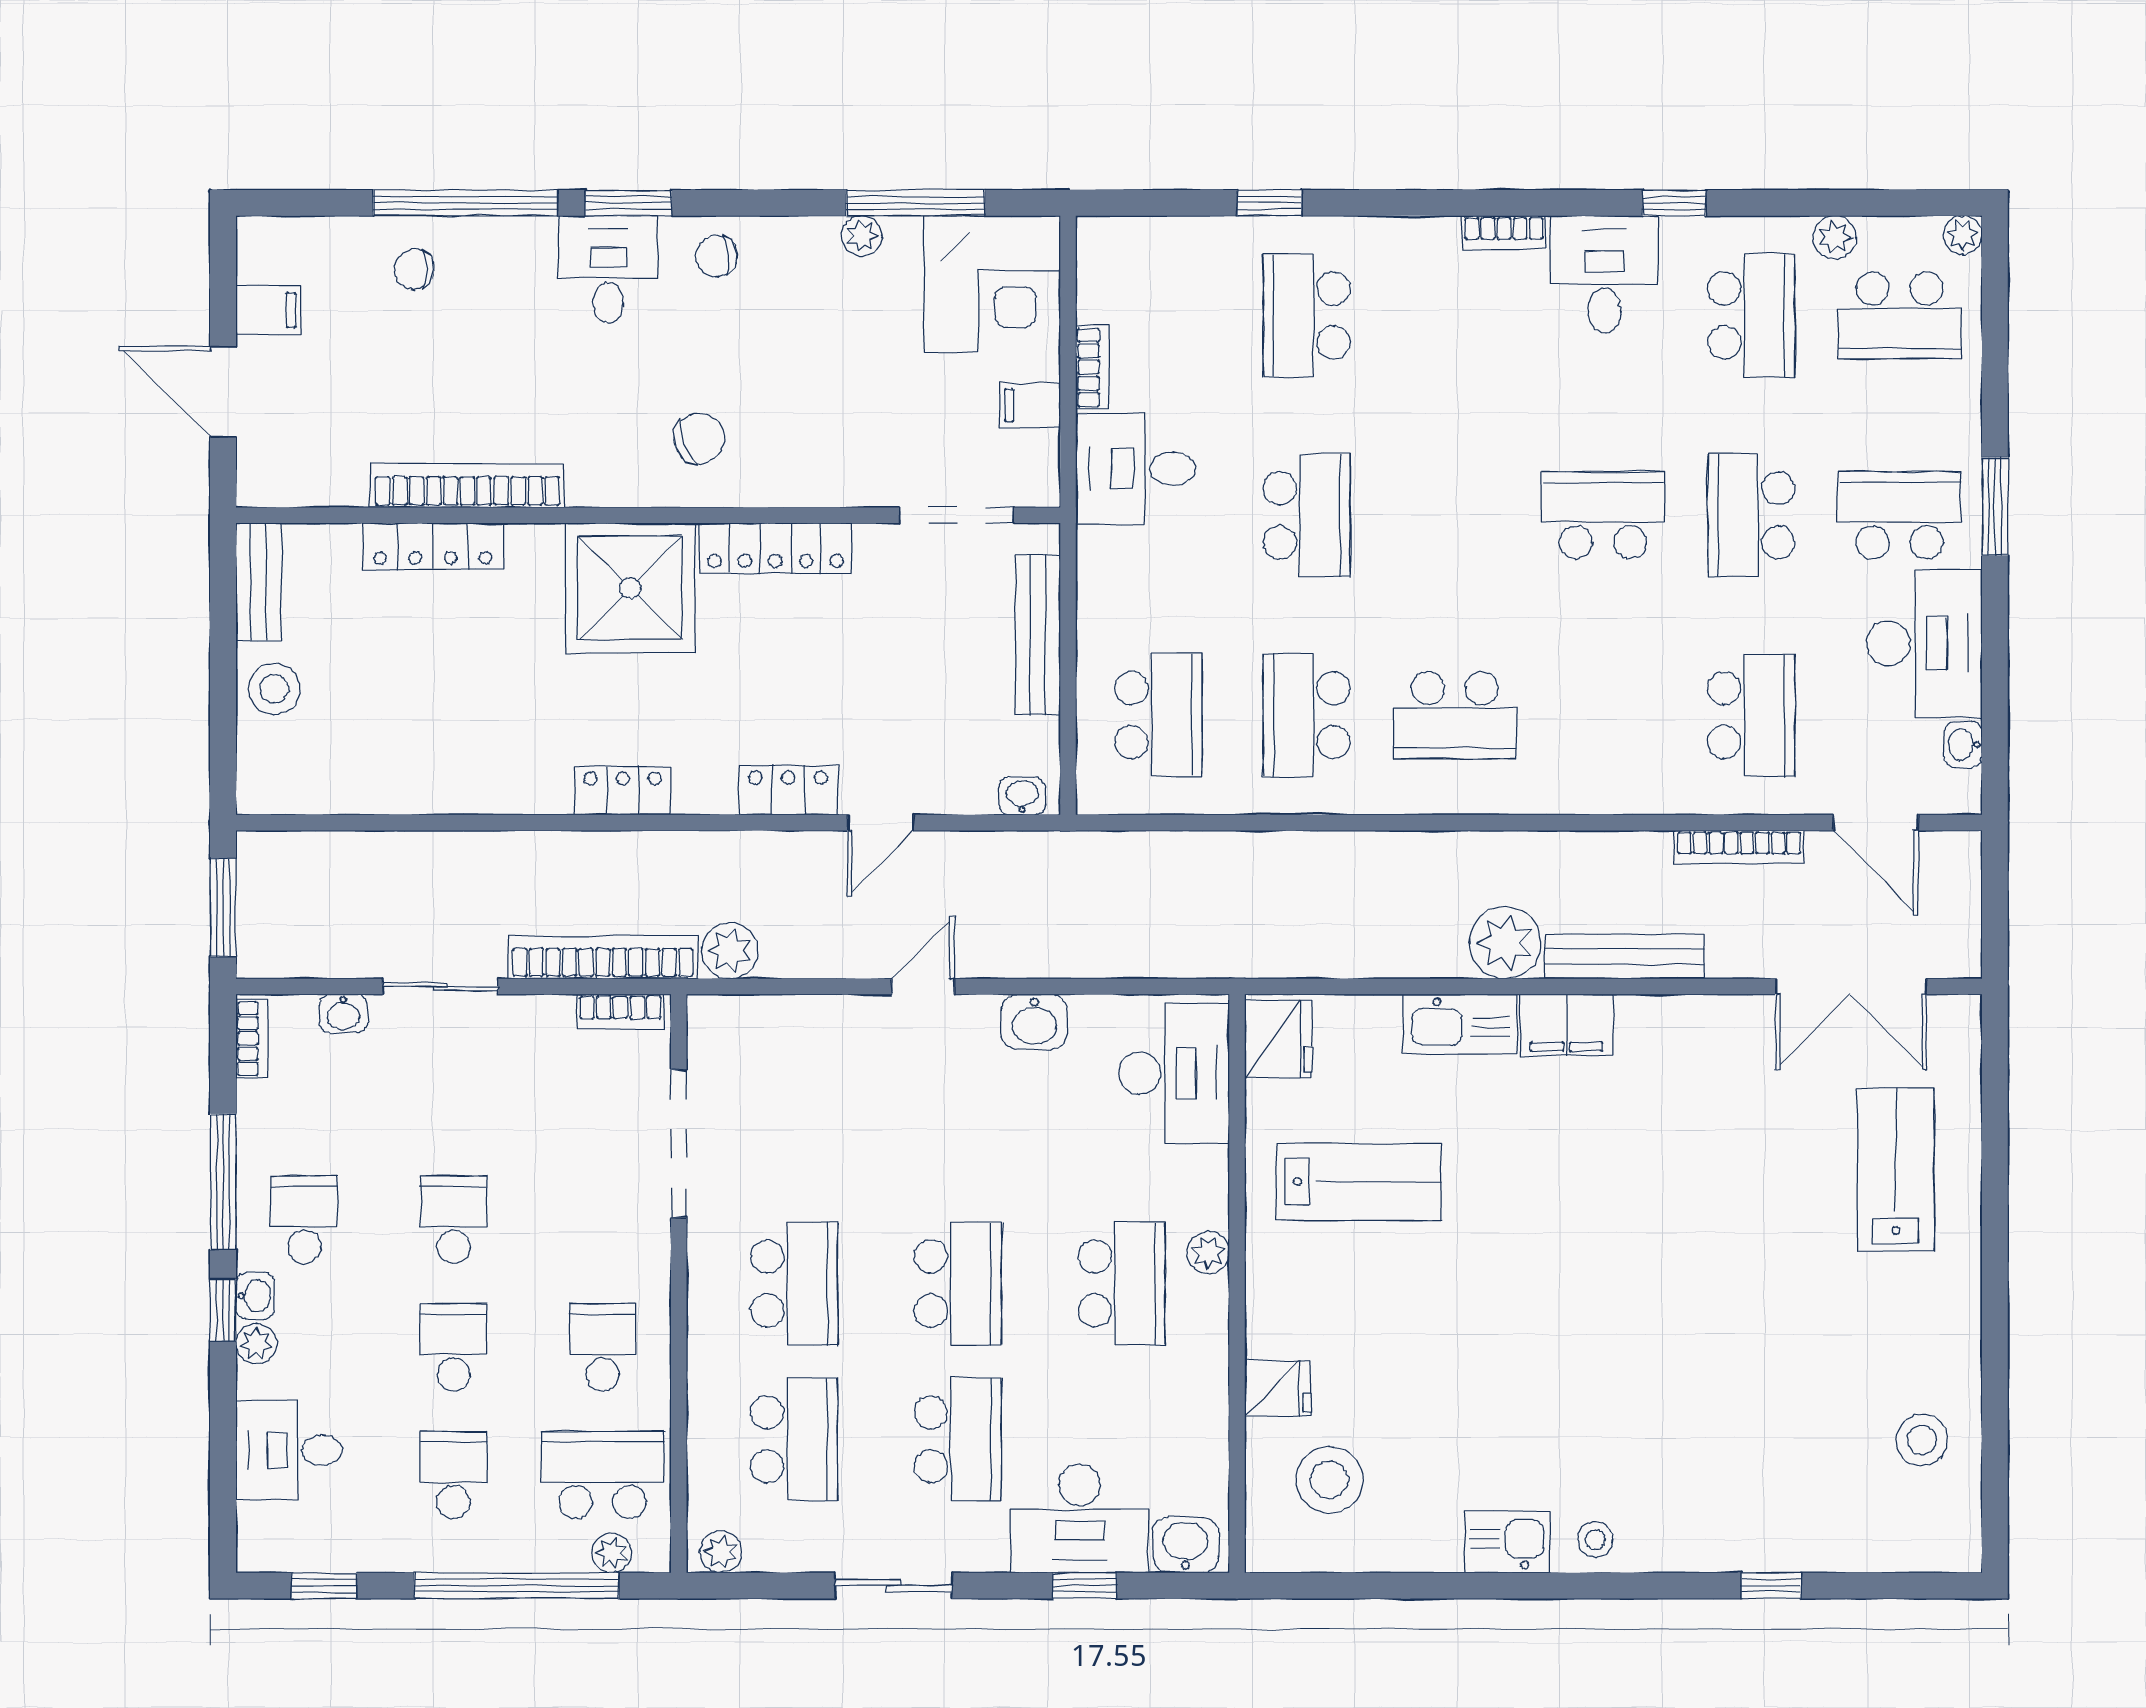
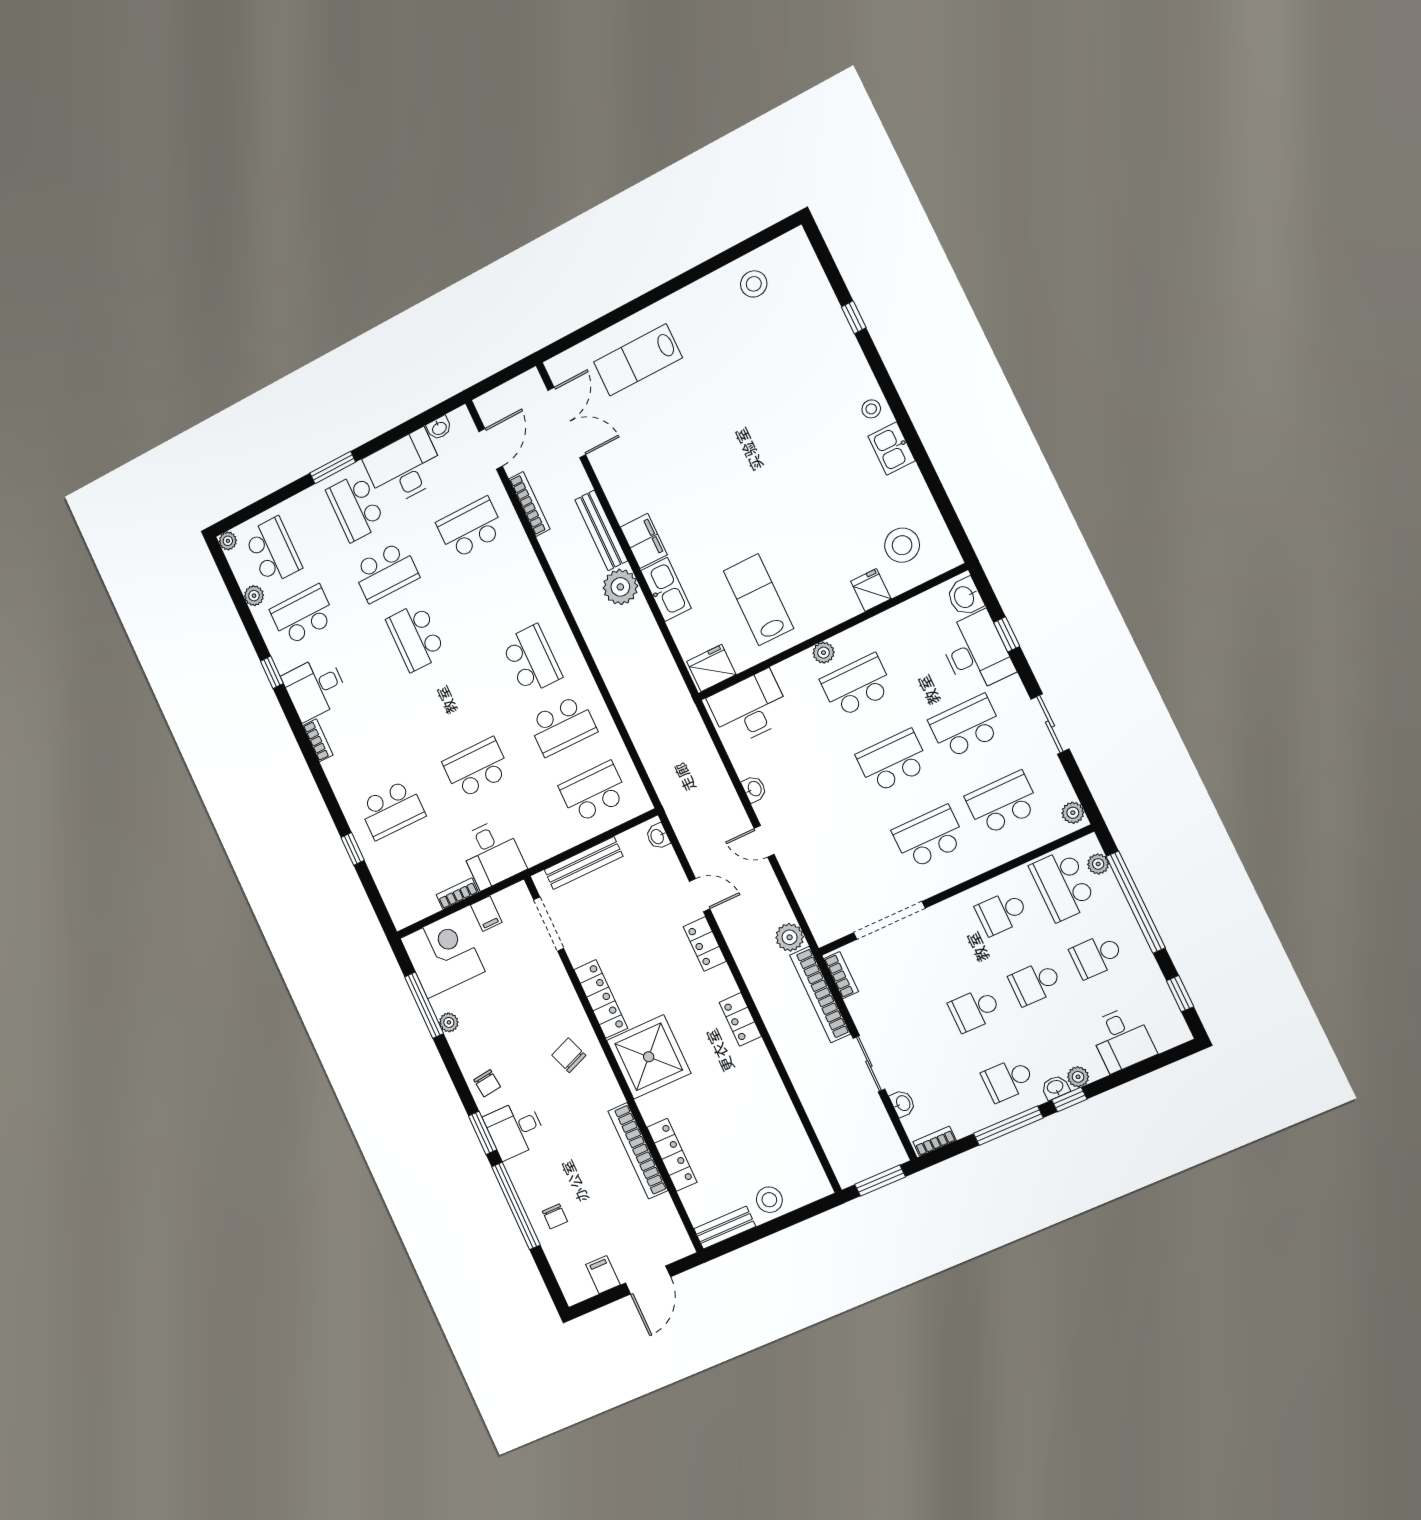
washbasin: (1034, 1022) -> (754, 789), width x0.72, depth x0.69

